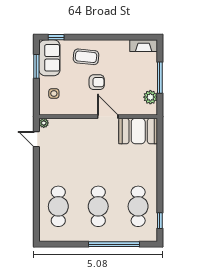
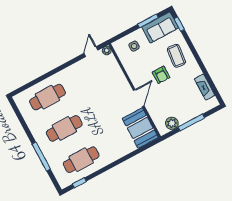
fireplace: (144, 46) -> (205, 87), moved
window: (114, 244) -> (41, 157), width x0.68

